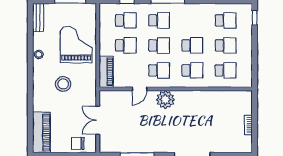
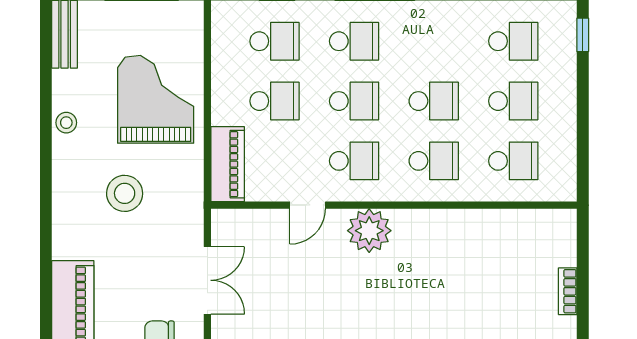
double door: (98, 120) -> (207, 280), swing flipped

